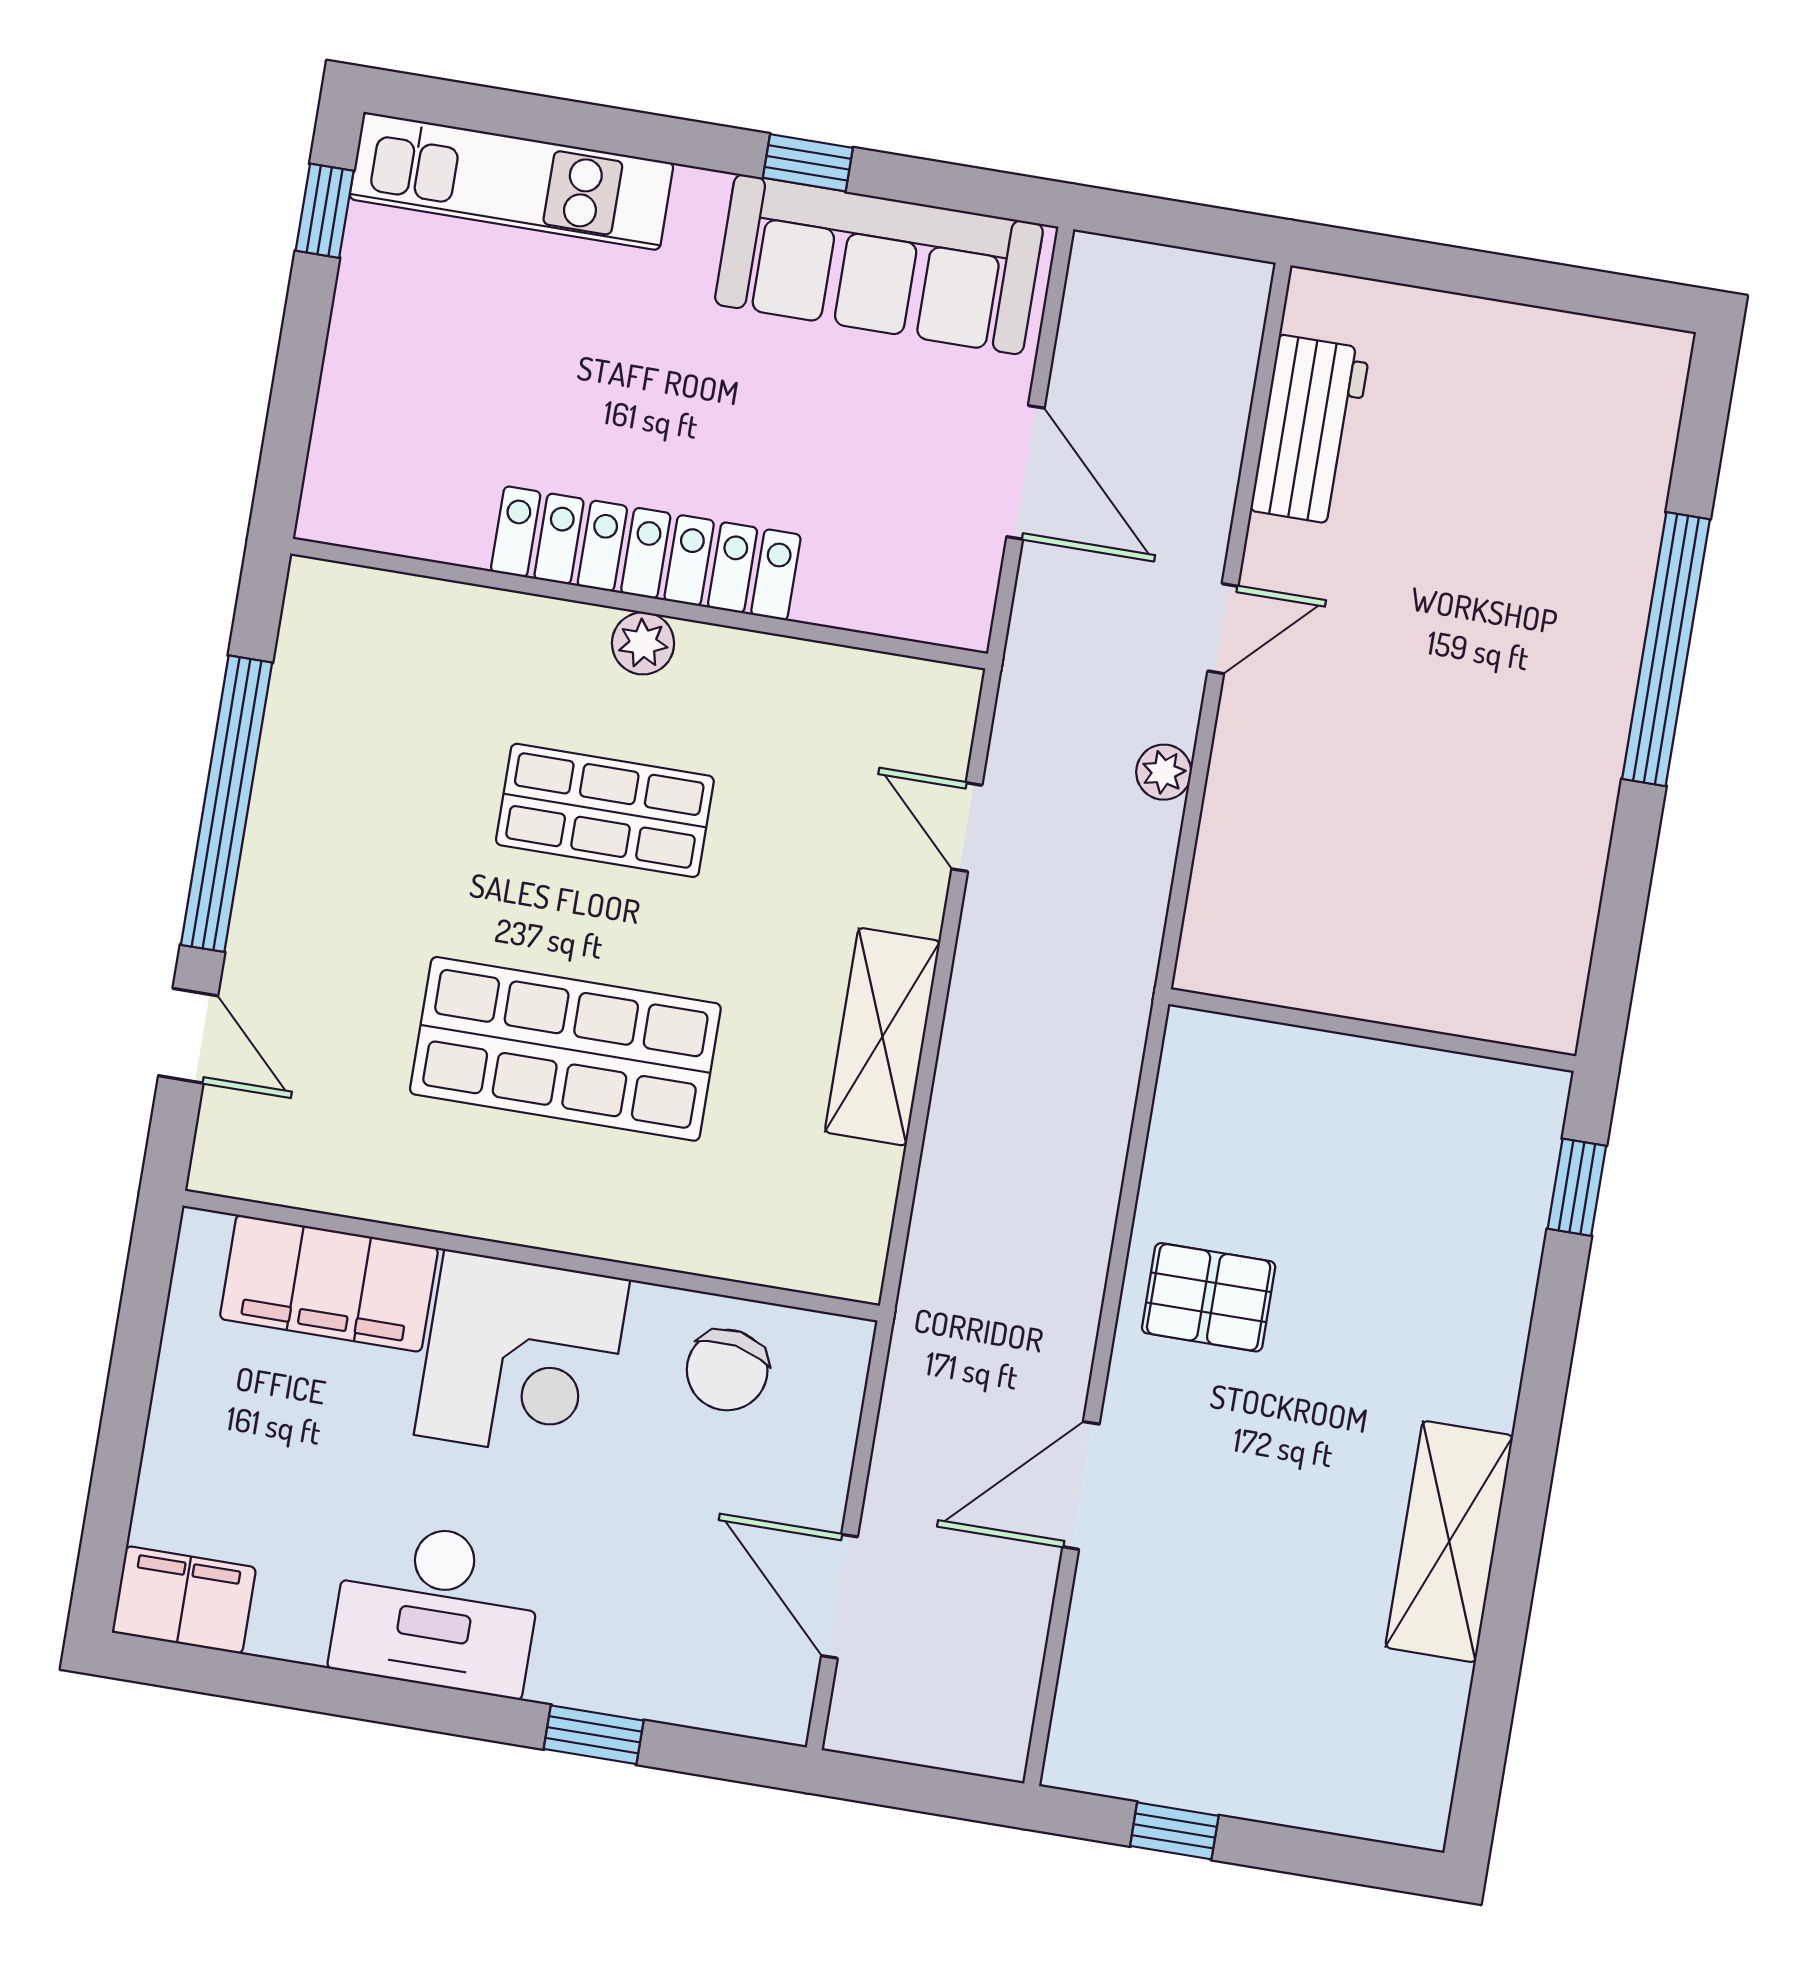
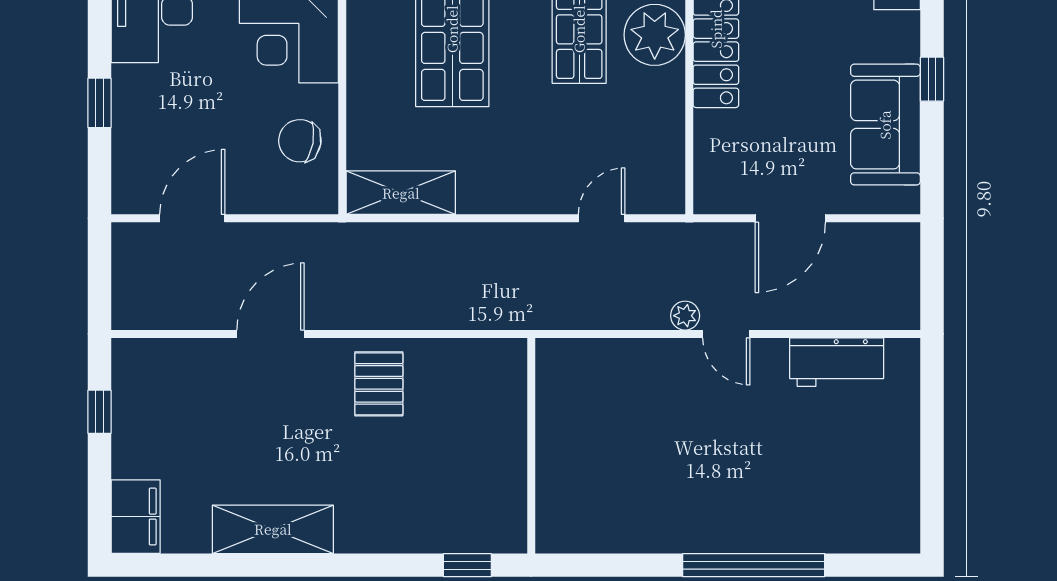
sofa: (879, 264) -> (885, 125), width x0.73
plant: (643, 643) -> (655, 35), width x1.88, depth x1.88
plant: (1164, 772) -> (685, 316), moved
shelving: (882, 1037) -> (401, 193), moved
door: (1081, 1485) -> (270, 334), hinge flipped
filing cabinet: (1382, 1796) -> (136, 517), added

